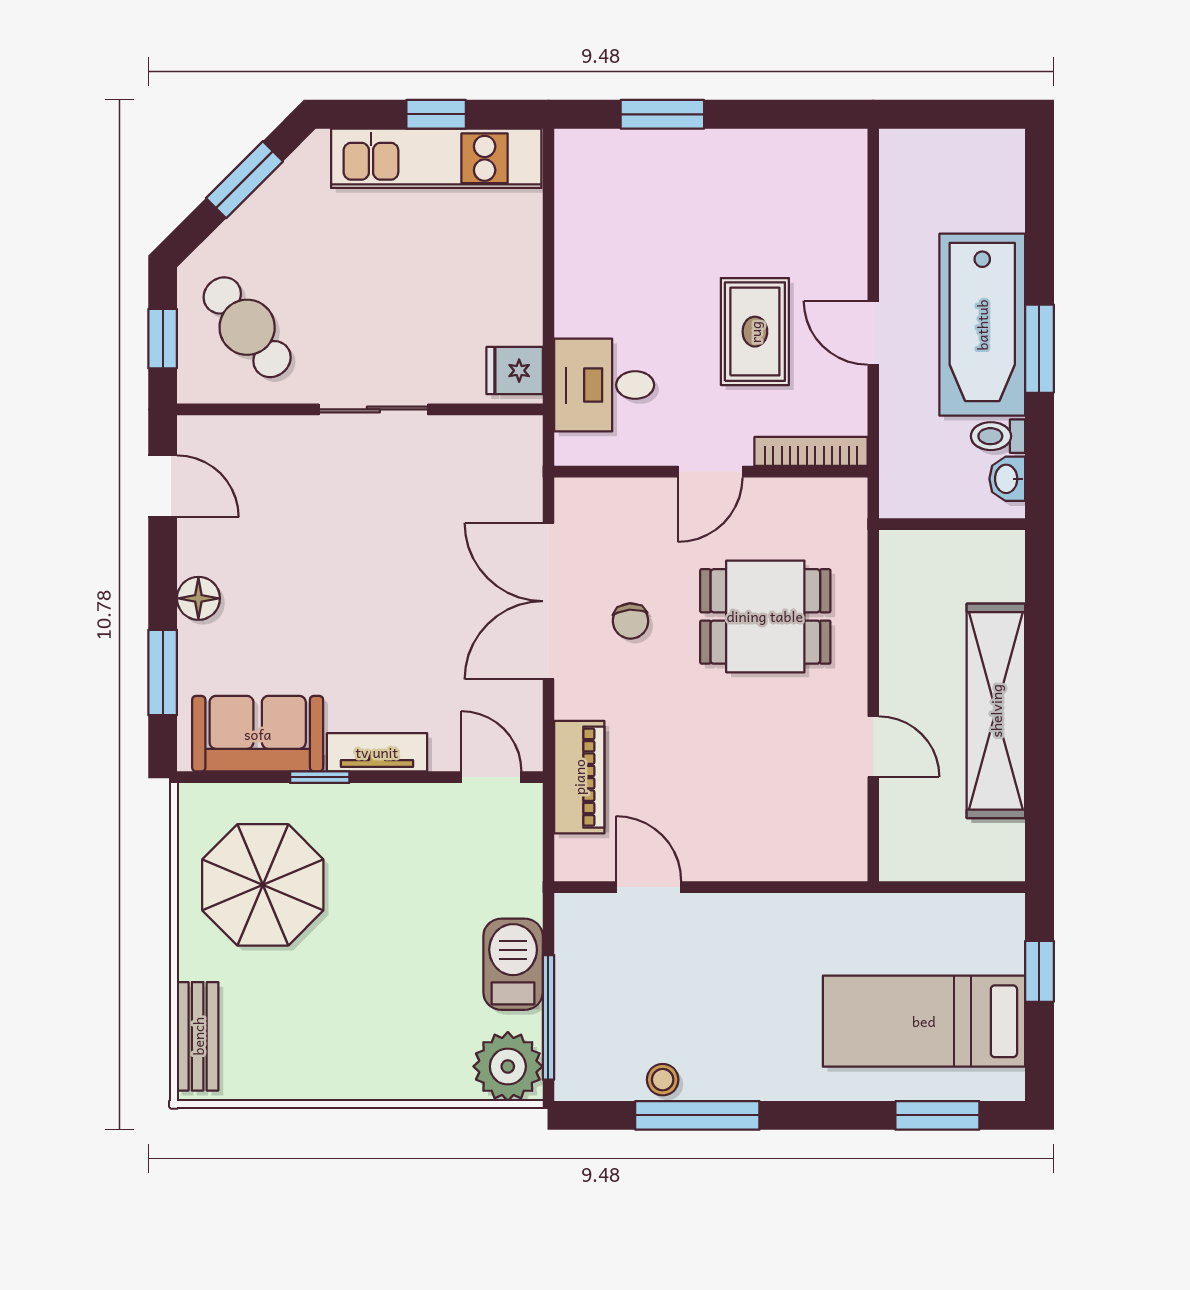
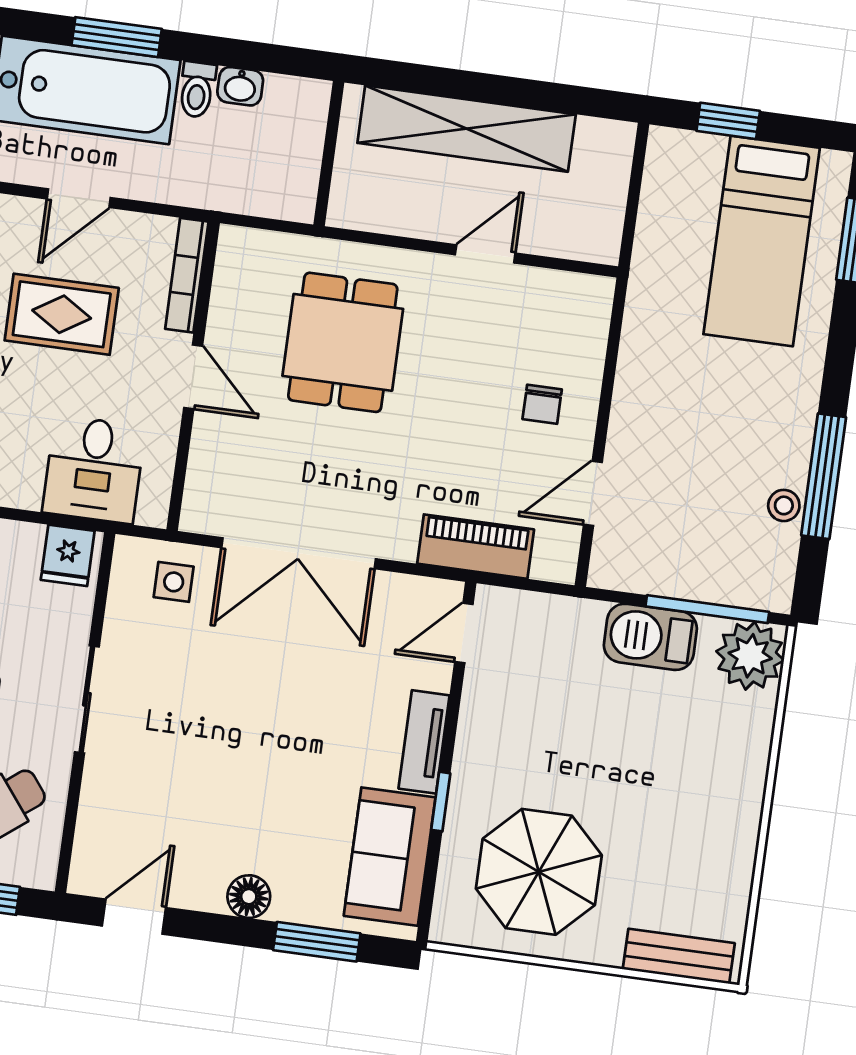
side table: (503, 480) -> (174, 582), added
wall: (952, 524) -> (329, 154), moved
chair: (631, 621) -> (542, 404), moved, turned 94

